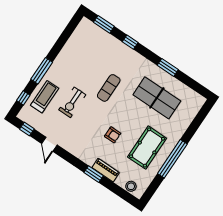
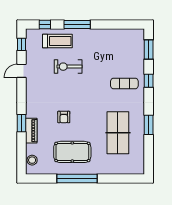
exercise mat: (109, 88) -> (124, 83), moved

